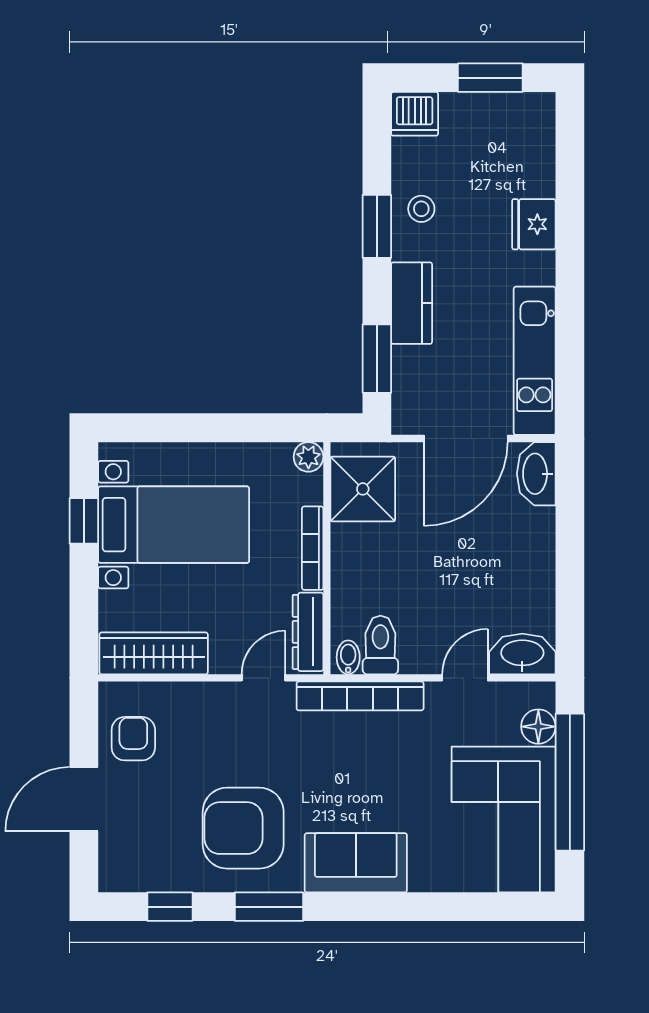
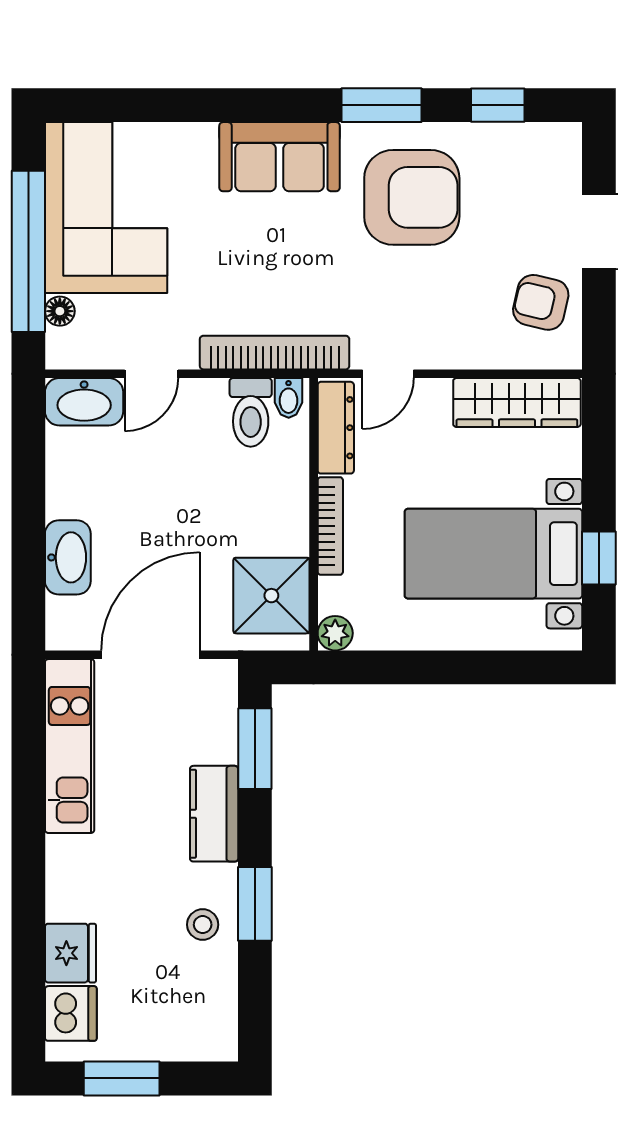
dishwasher: (415, 114) -> (71, 1013), moved, turned 90
fridge: (534, 224) -> (71, 953), moved
washbasin: (536, 474) -> (68, 557), moved
floor lamp: (538, 727) -> (60, 311), width x0.73, depth x0.73
armchair: (133, 739) -> (541, 302), turned 103

